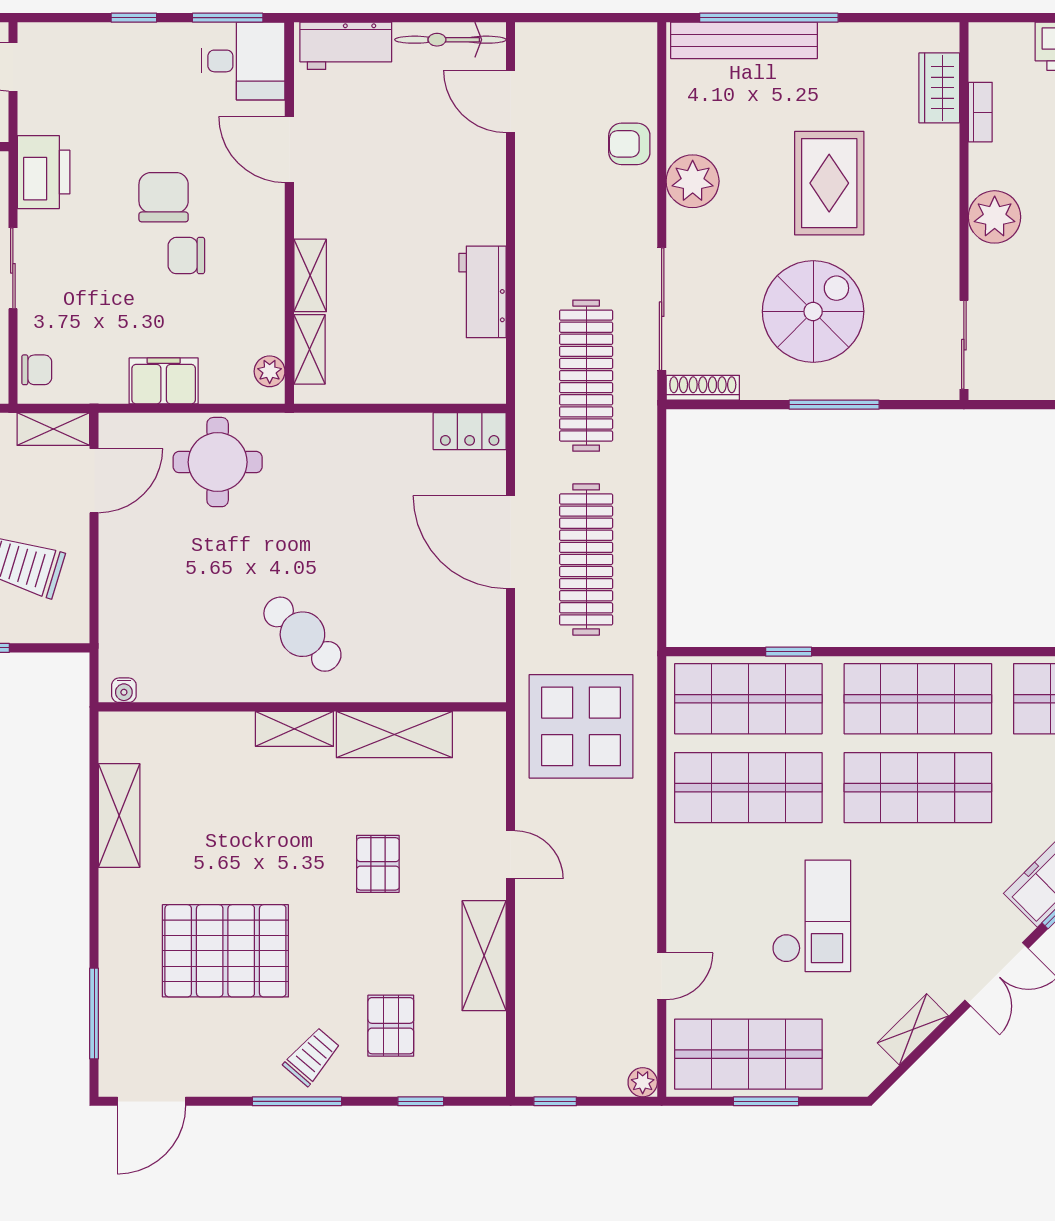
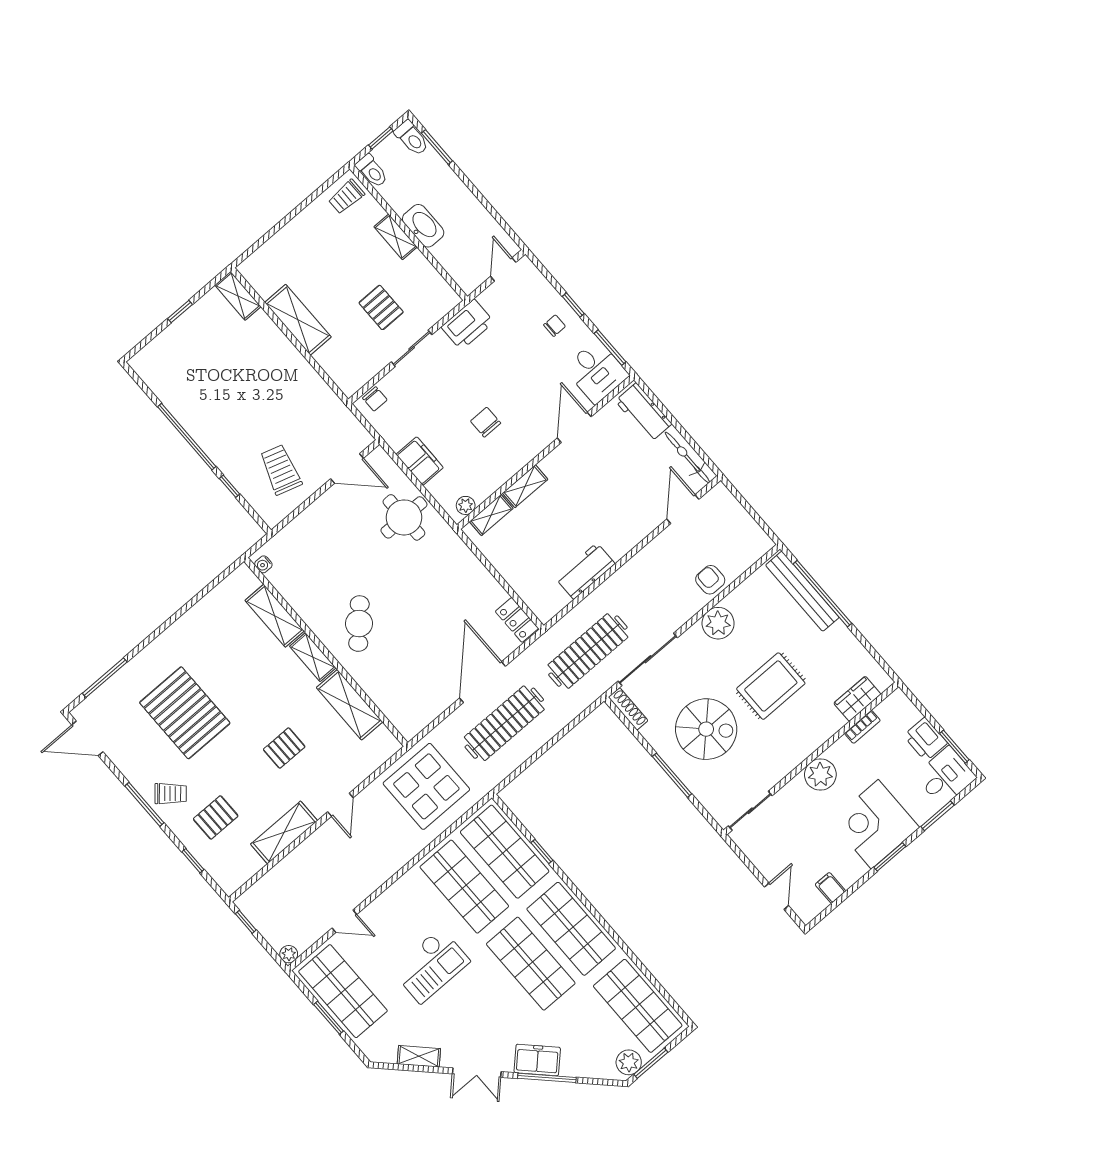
chair: (164, 197) -> (555, 326), moved, width x0.54, depth x0.54
shelving: (53, 429) -> (354, 430), removed
shelving: (119, 816) -> (275, 616), moved, turned 90

